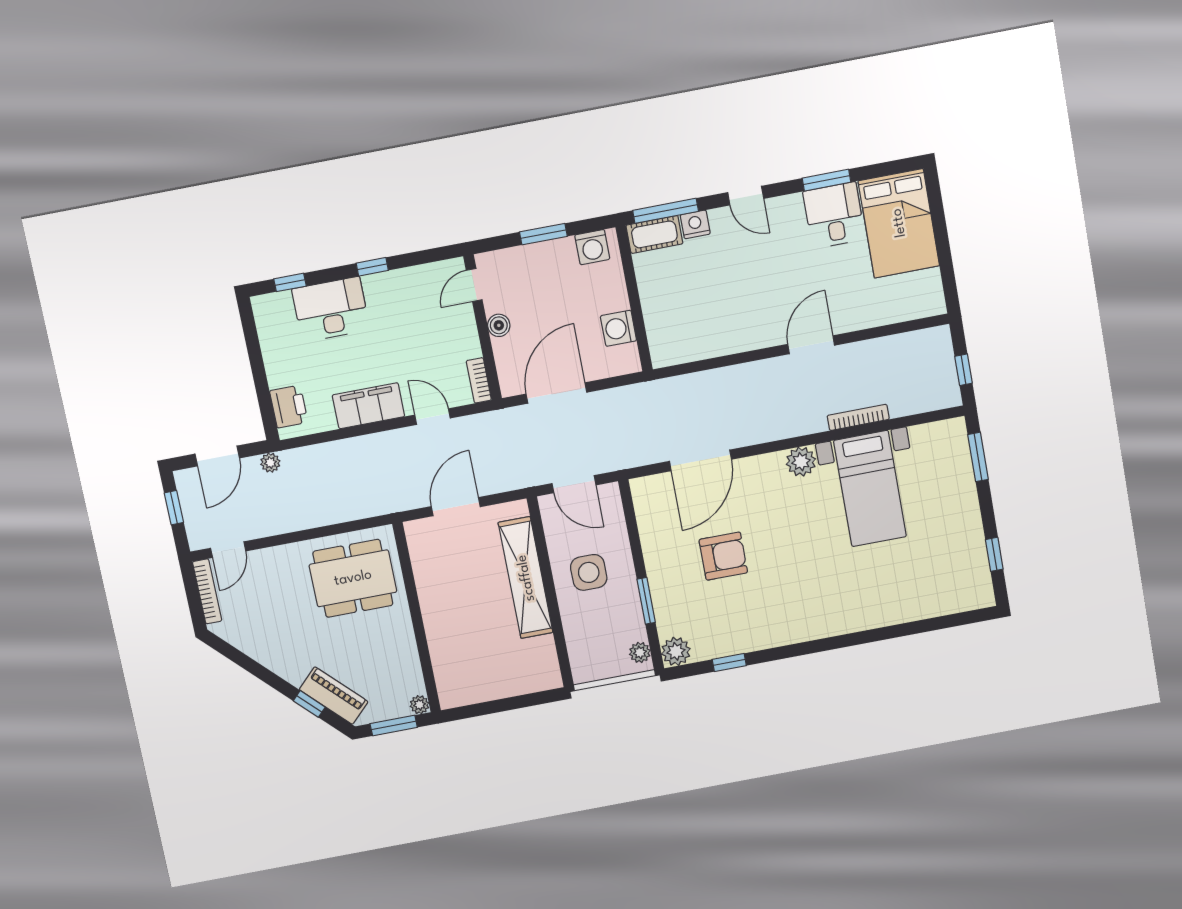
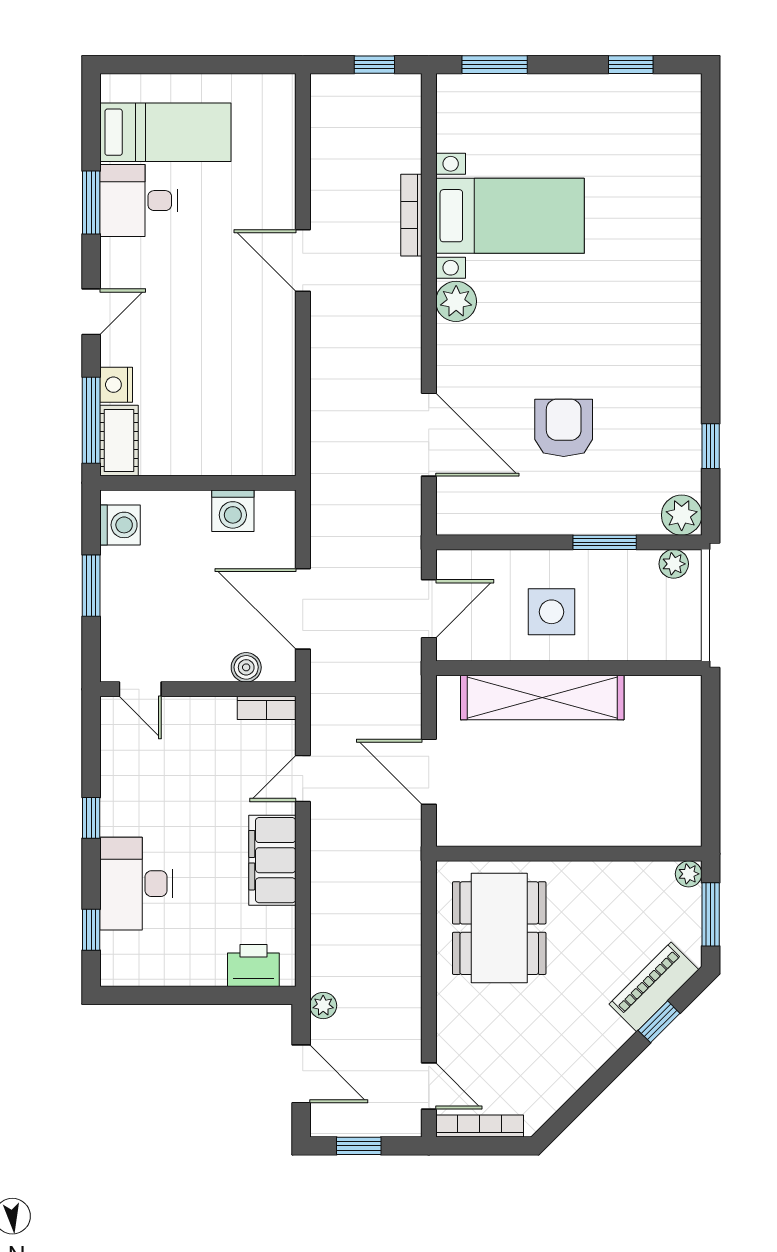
bed: (899, 223) -> (165, 132), width x0.67
boiler: (499, 325) -> (246, 667), moved

